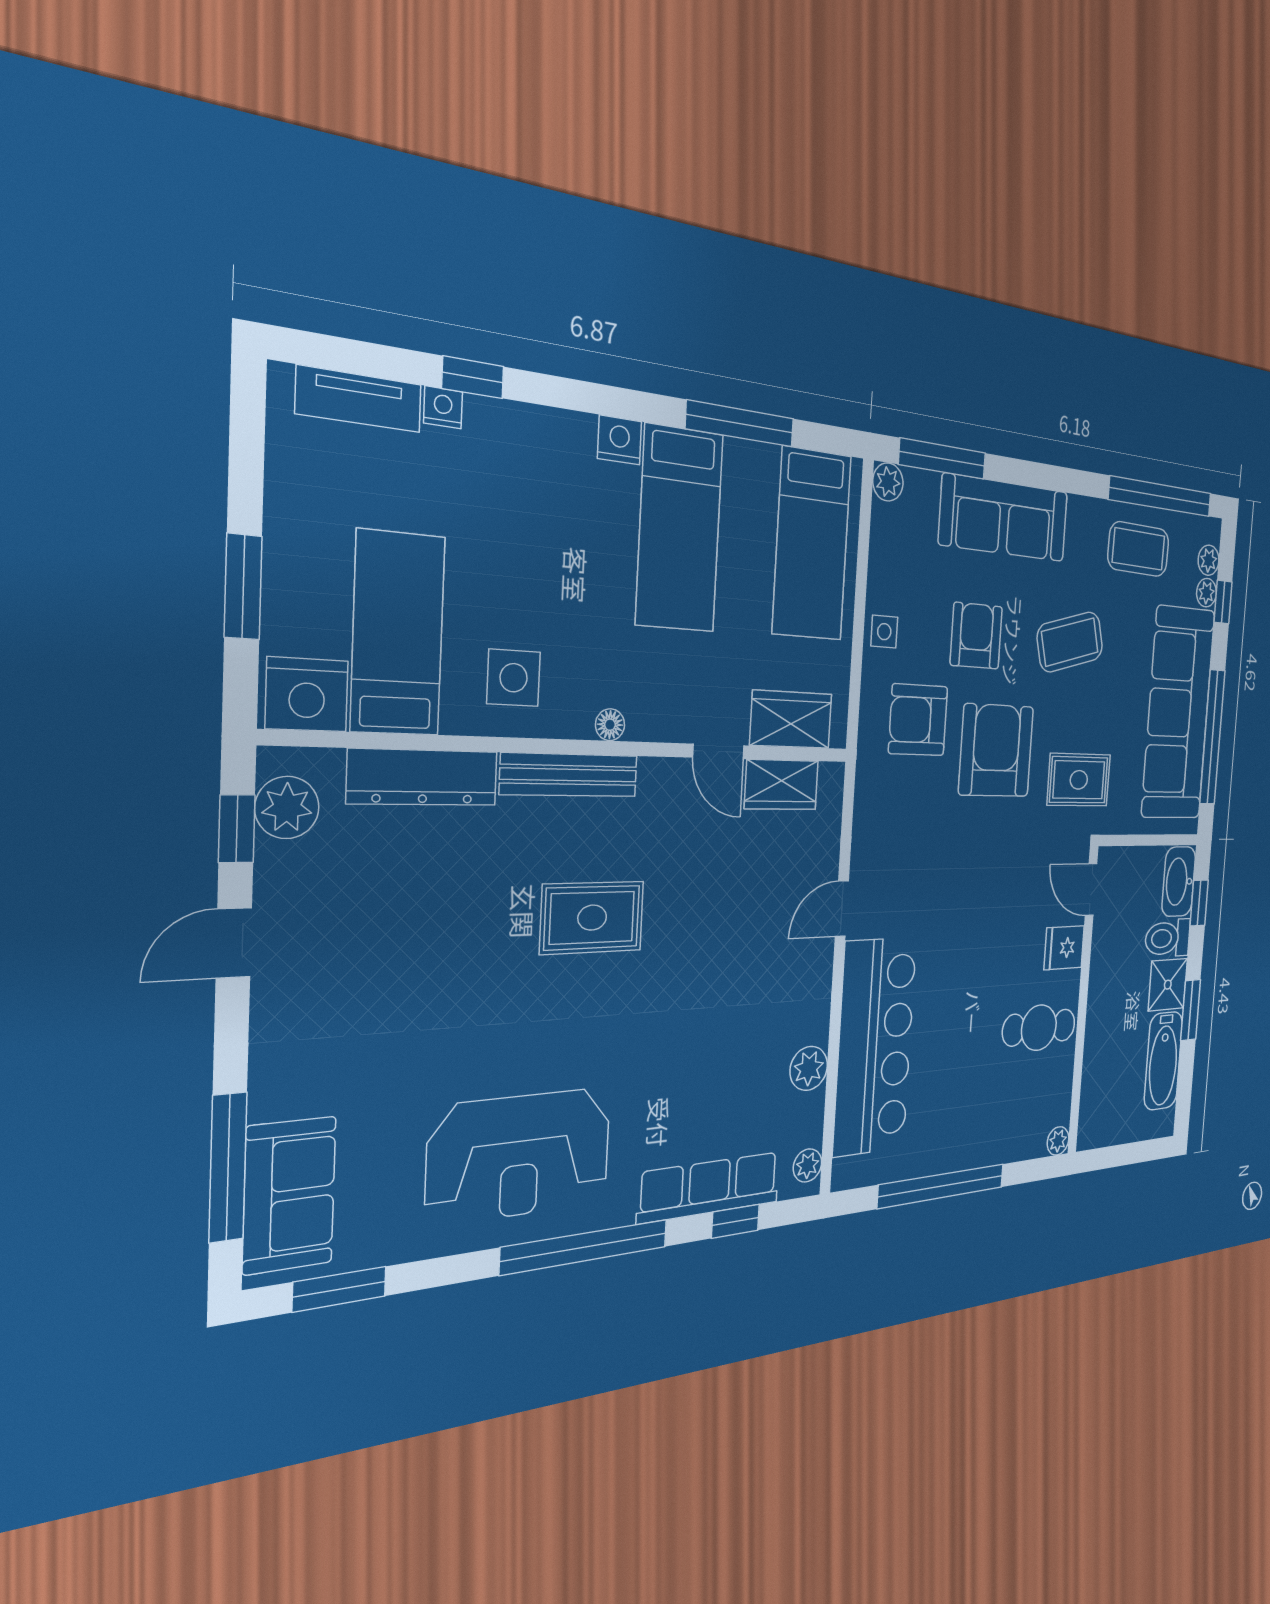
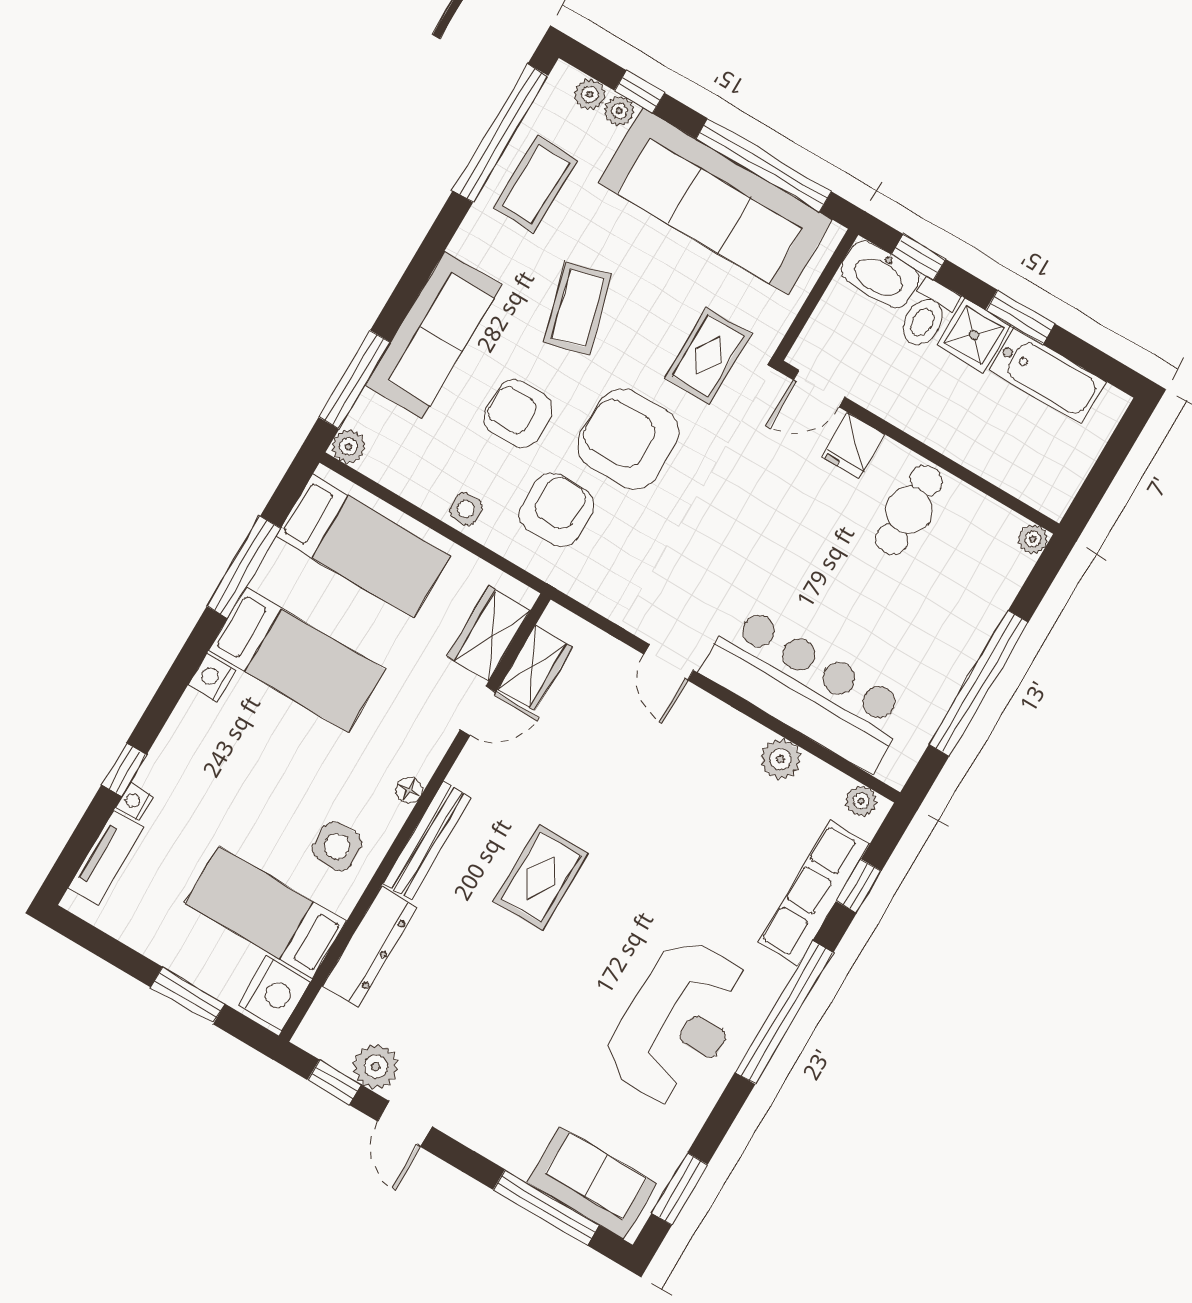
armchair: (918, 720) -> (556, 510), turned 180
plant: (287, 808) -> (376, 1067), moved

